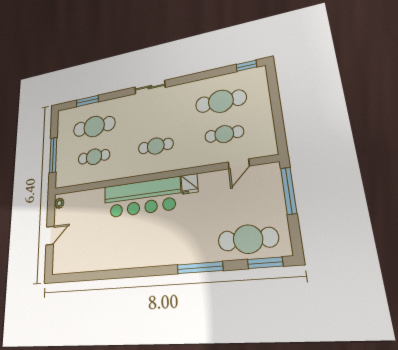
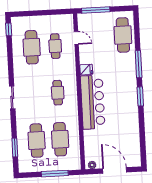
cafe table: (94, 157) -> (60, 139), width x1.37, depth x1.35
door: (50, 236) -> (115, 170), width x1.88
window: (265, 263) -> (140, 96), moved

